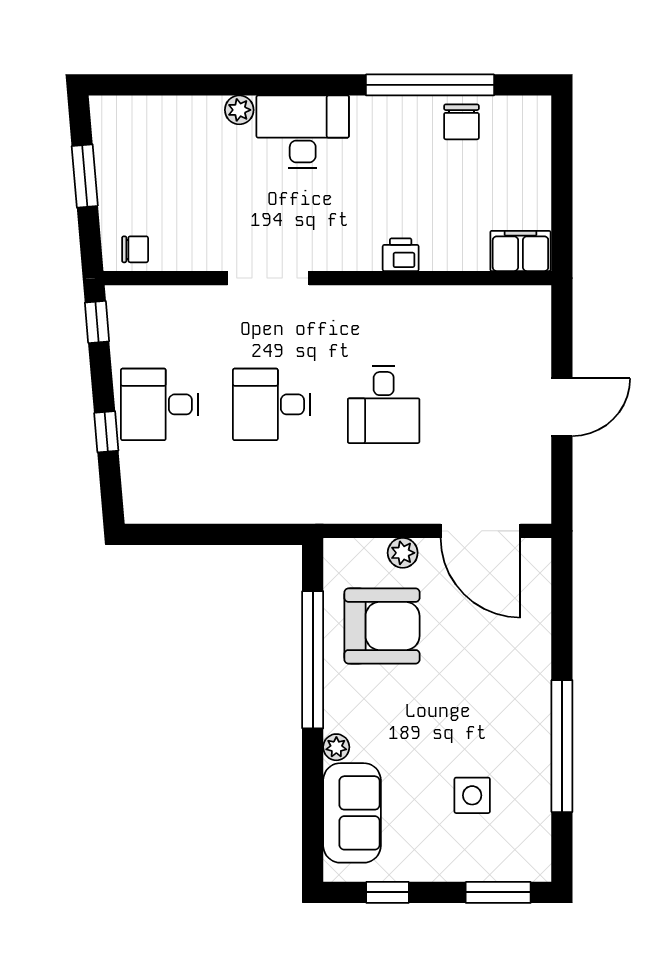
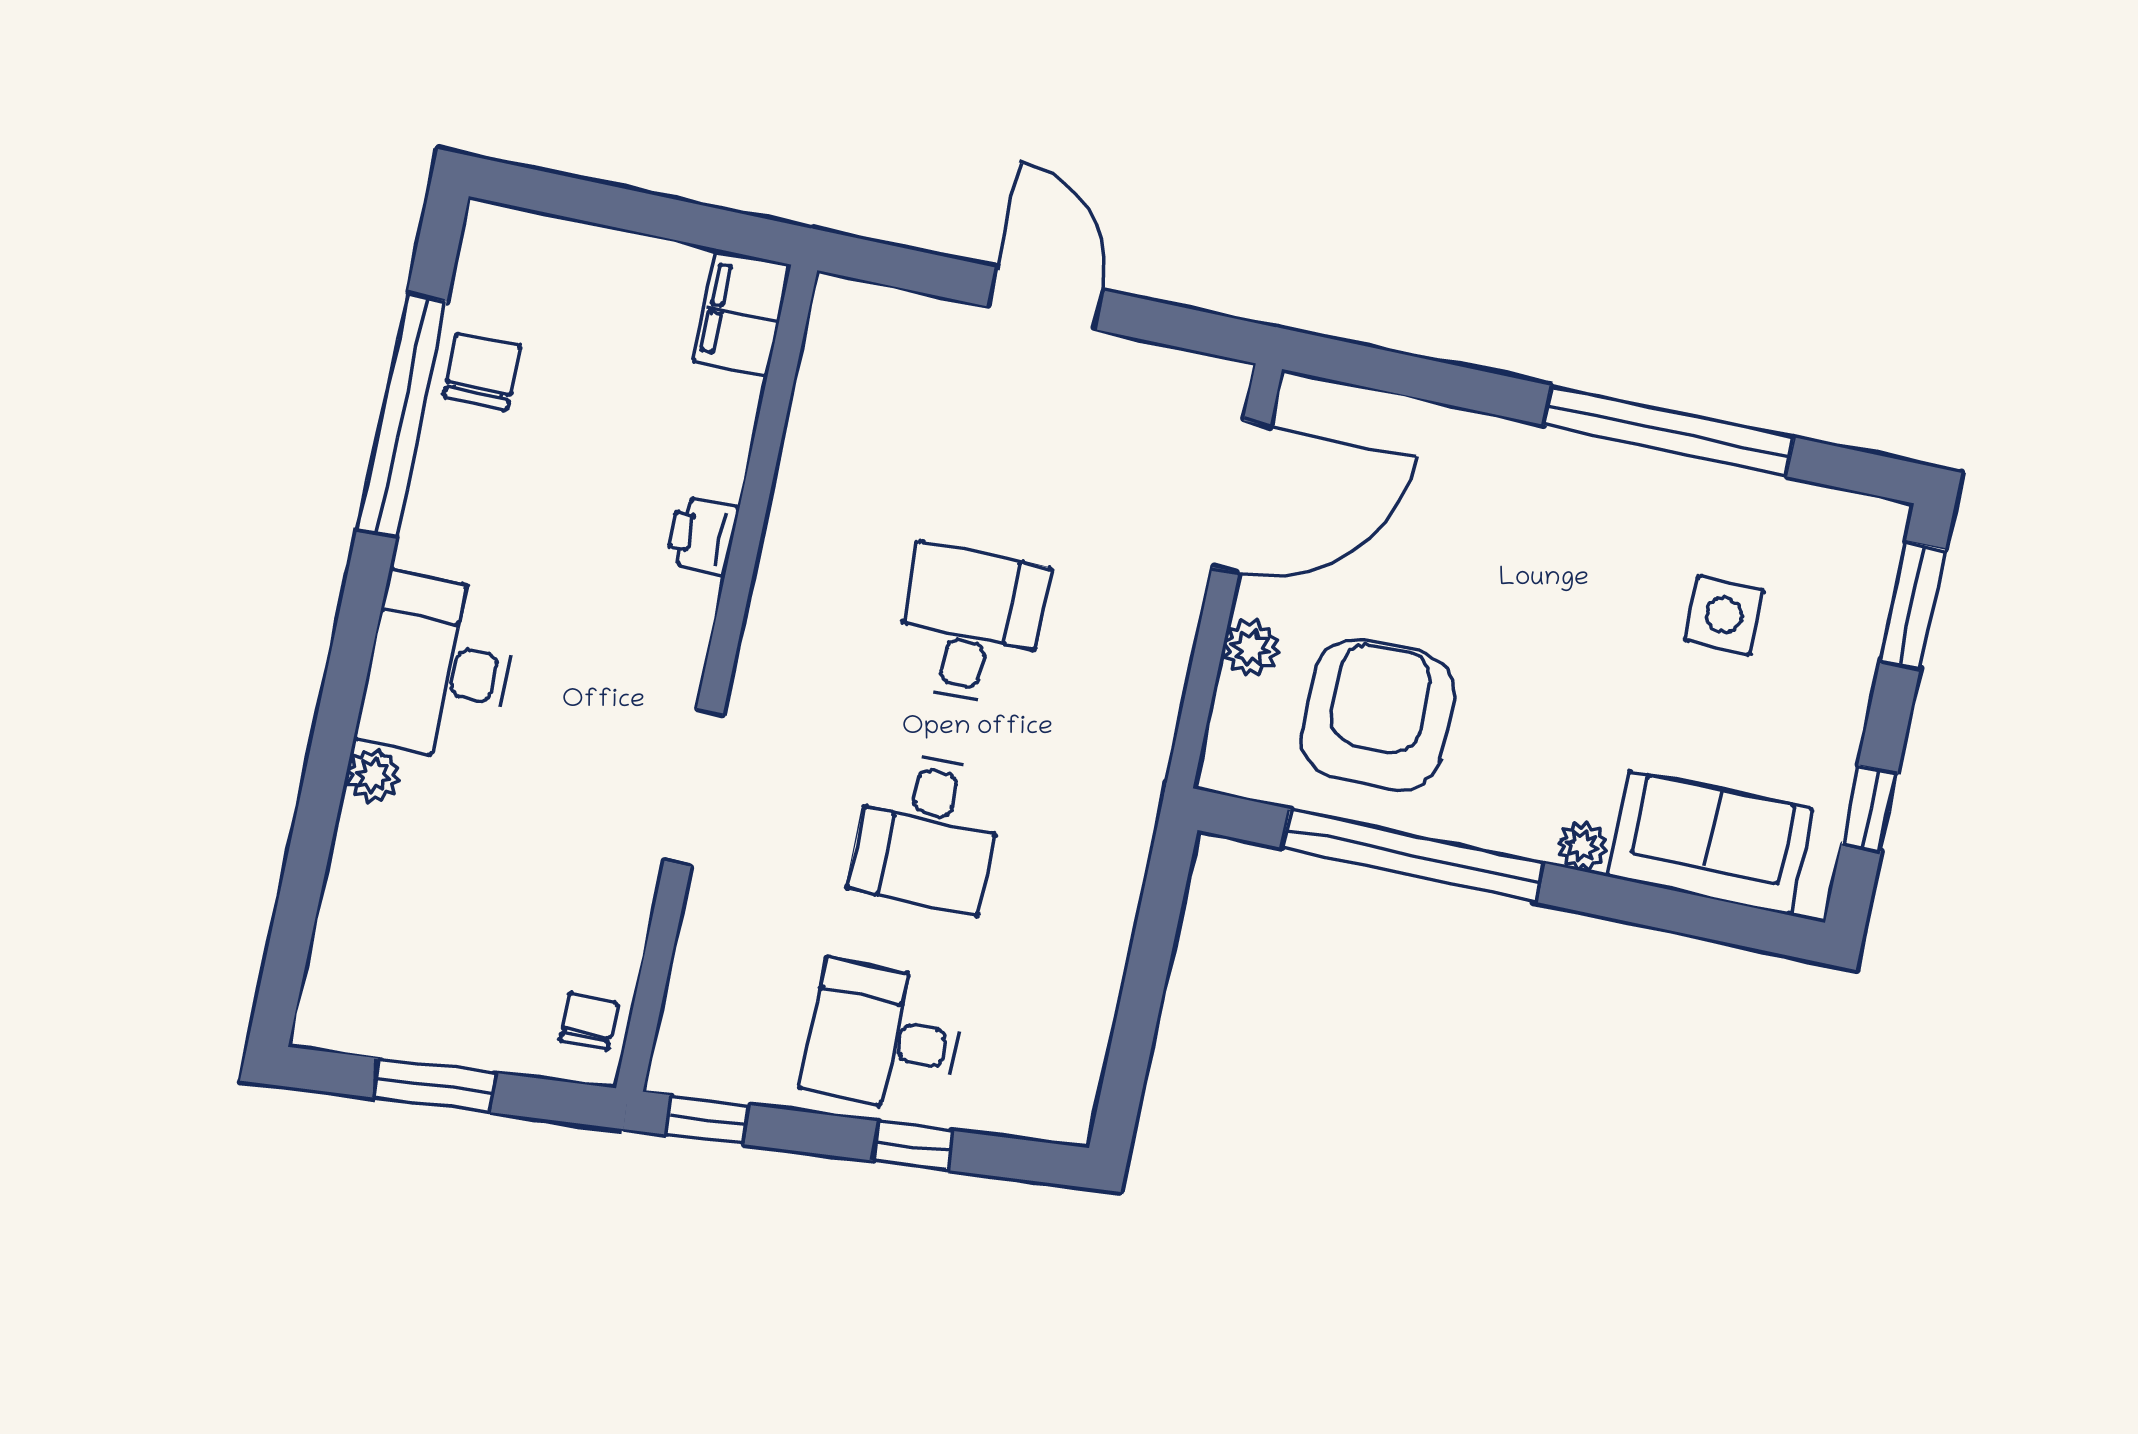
chair: (461, 122) -> (482, 372), turned -90
desk: (160, 404) -> (883, 1037), turned 90
desk: (384, 404) -> (971, 625), turned -90

